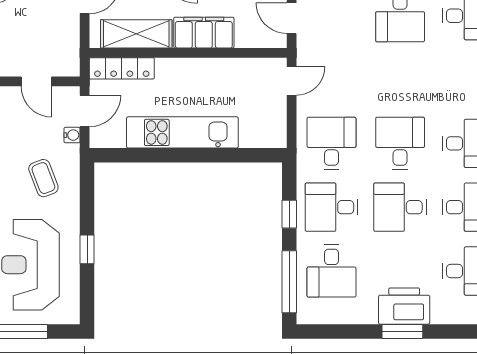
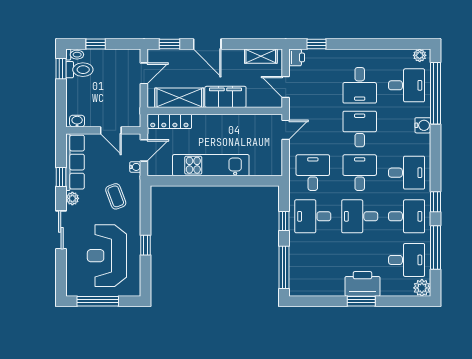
desk: (332, 271) -> (360, 129), moved, turned 180

